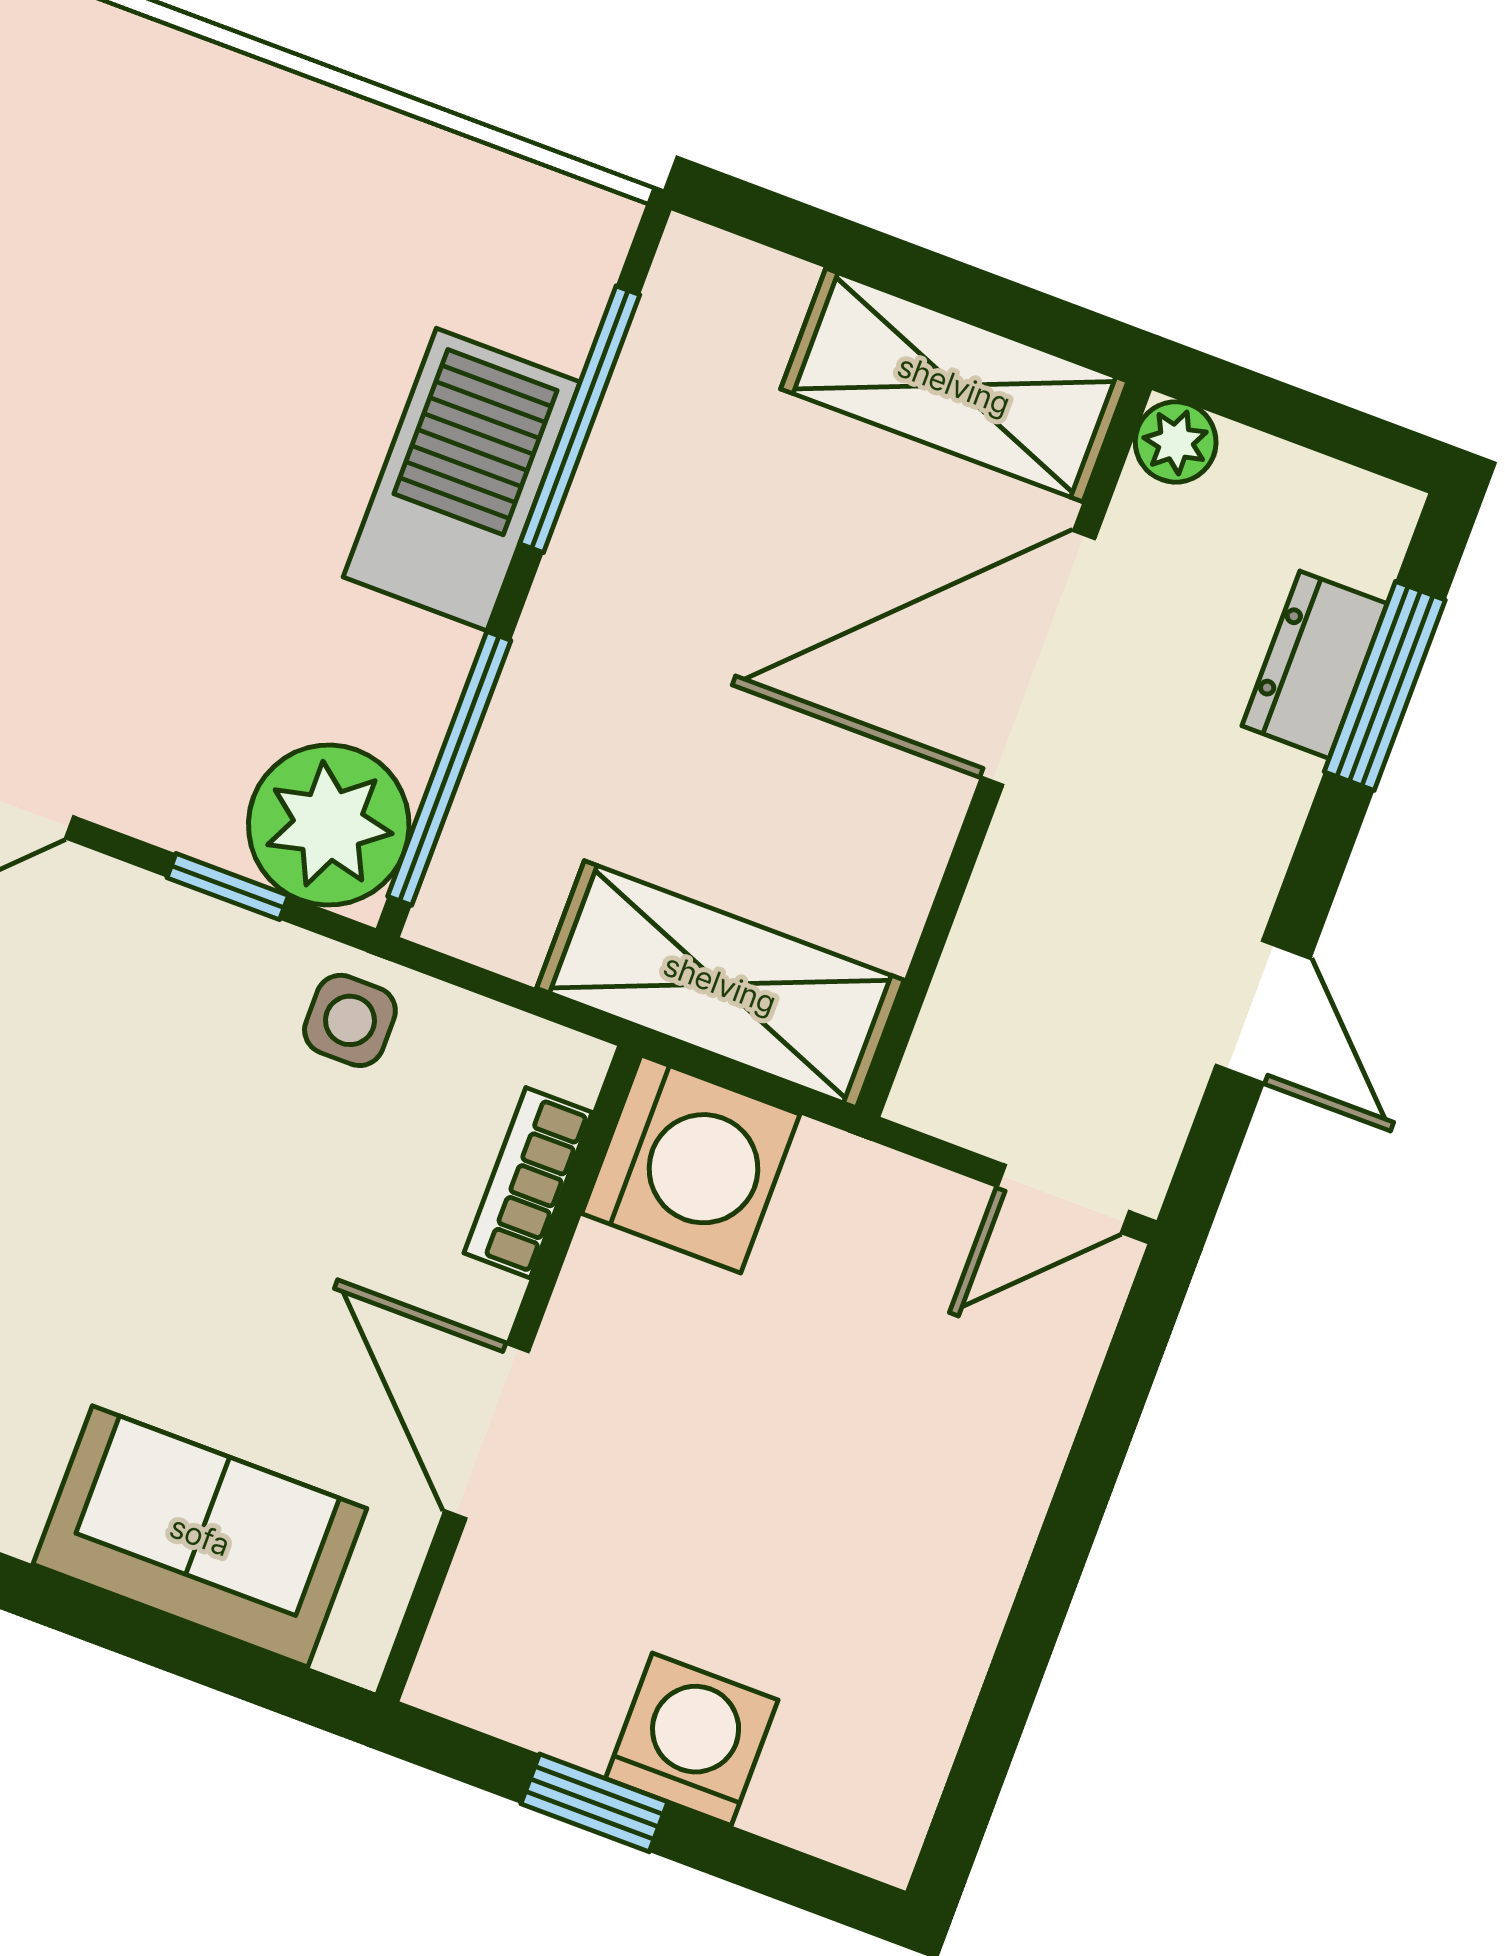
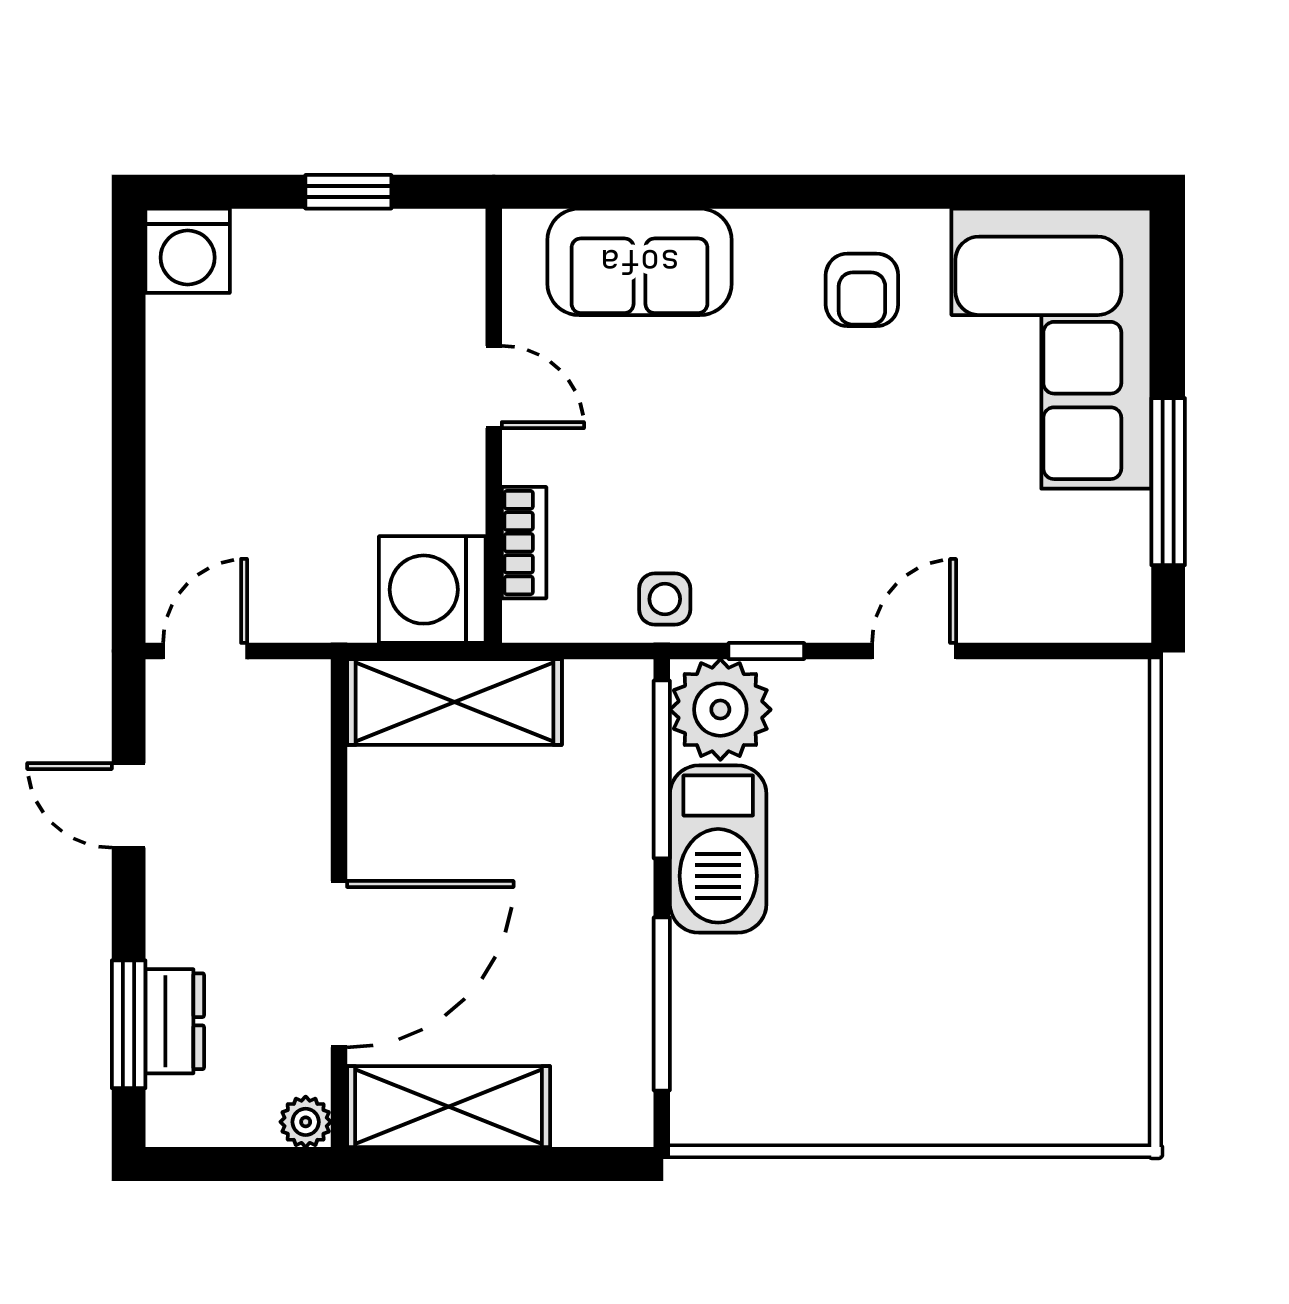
barbecue: (462, 479) -> (718, 849), moved
door: (487, 1431) -> (494, 387), width x0.73
washing machine: (692, 1739) -> (188, 251), moved

